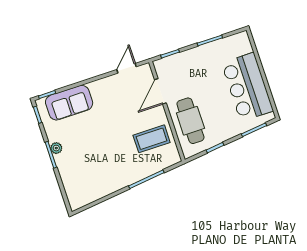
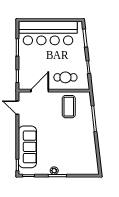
bar counter: (247, 87) -> (48, 33), width x1.36
door: (160, 91) -> (40, 91), swing flipped
sofa: (69, 103) -> (27, 147), width x1.36
cafe table: (190, 121) -> (65, 77), width x0.73, depth x0.74

